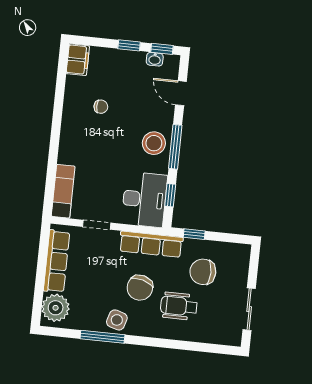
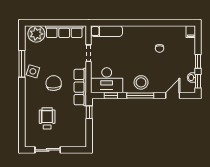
filing cabinet: (78, 60) -> (191, 32), width x0.50
chair: (203, 272) -> (67, 120), removed
chair: (140, 288) -> (54, 83), turned 70
wheelchair: (179, 306) -> (47, 118), moved

